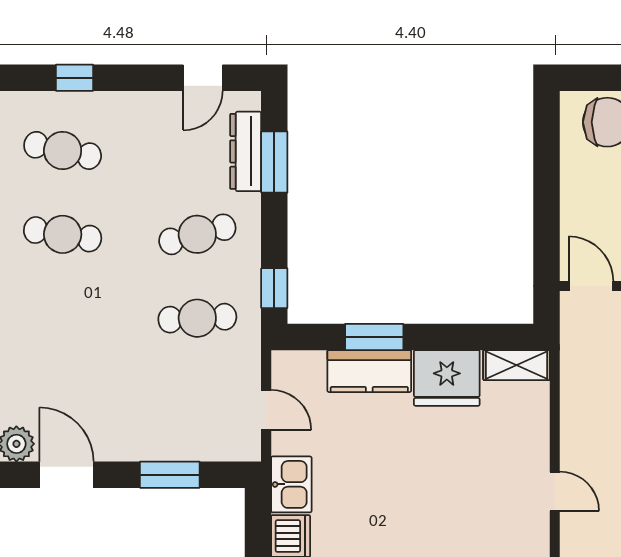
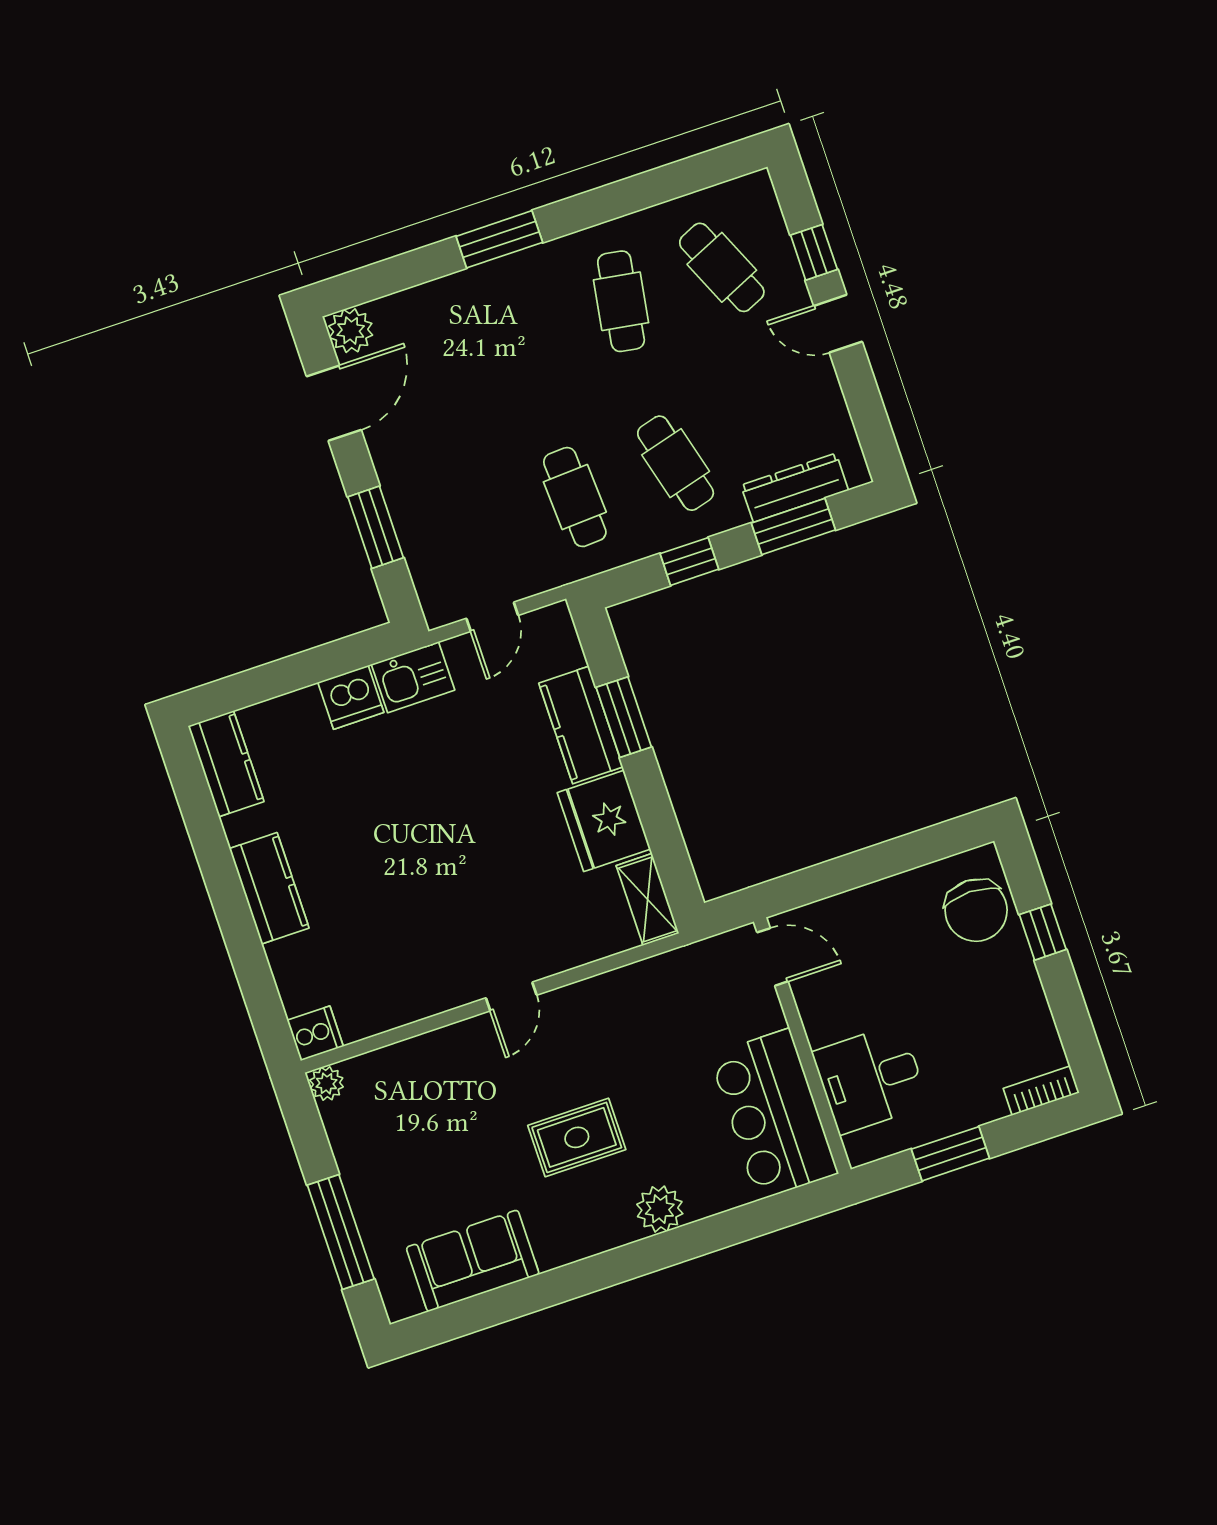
door: (203, 78) -> (838, 324), moved
cafe table: (63, 150) -> (722, 267), turned -36
door: (591, 286) -> (772, 957), hinge flipped
window: (274, 288) -> (689, 561), moved

